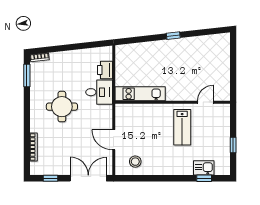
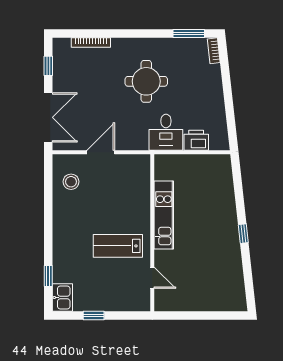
kitchen unit: (140, 94) -> (164, 215), moved
kitchen sink: (204, 168) -> (62, 297), moved

